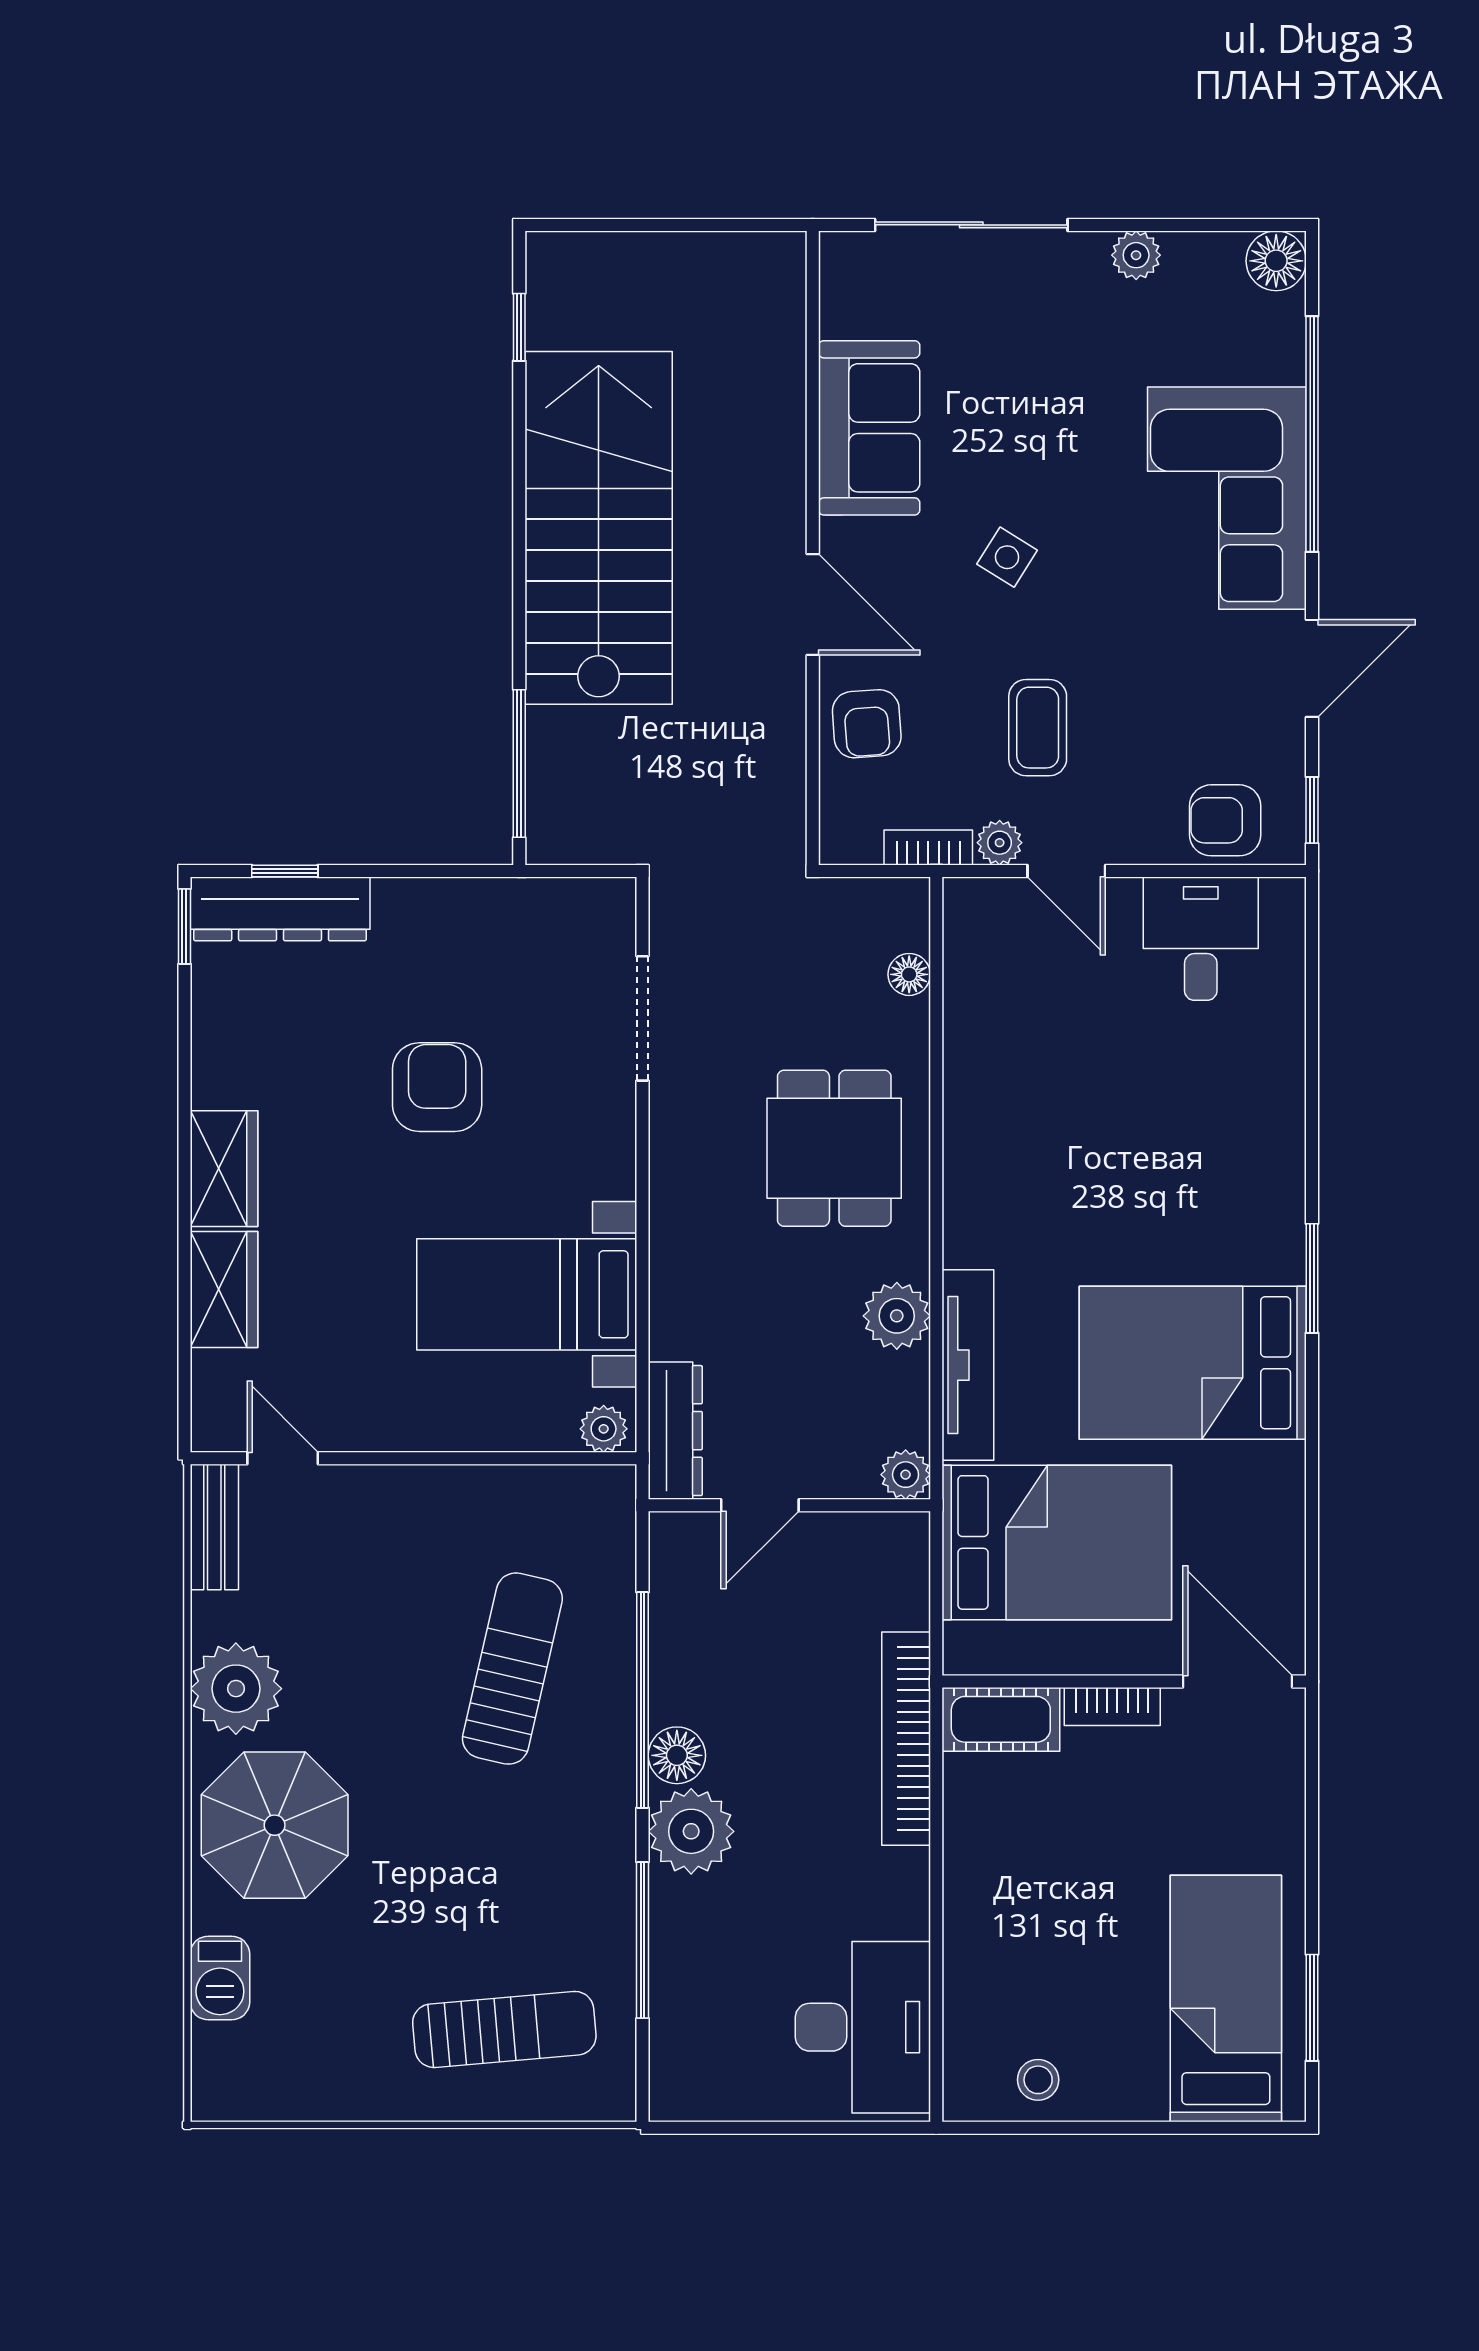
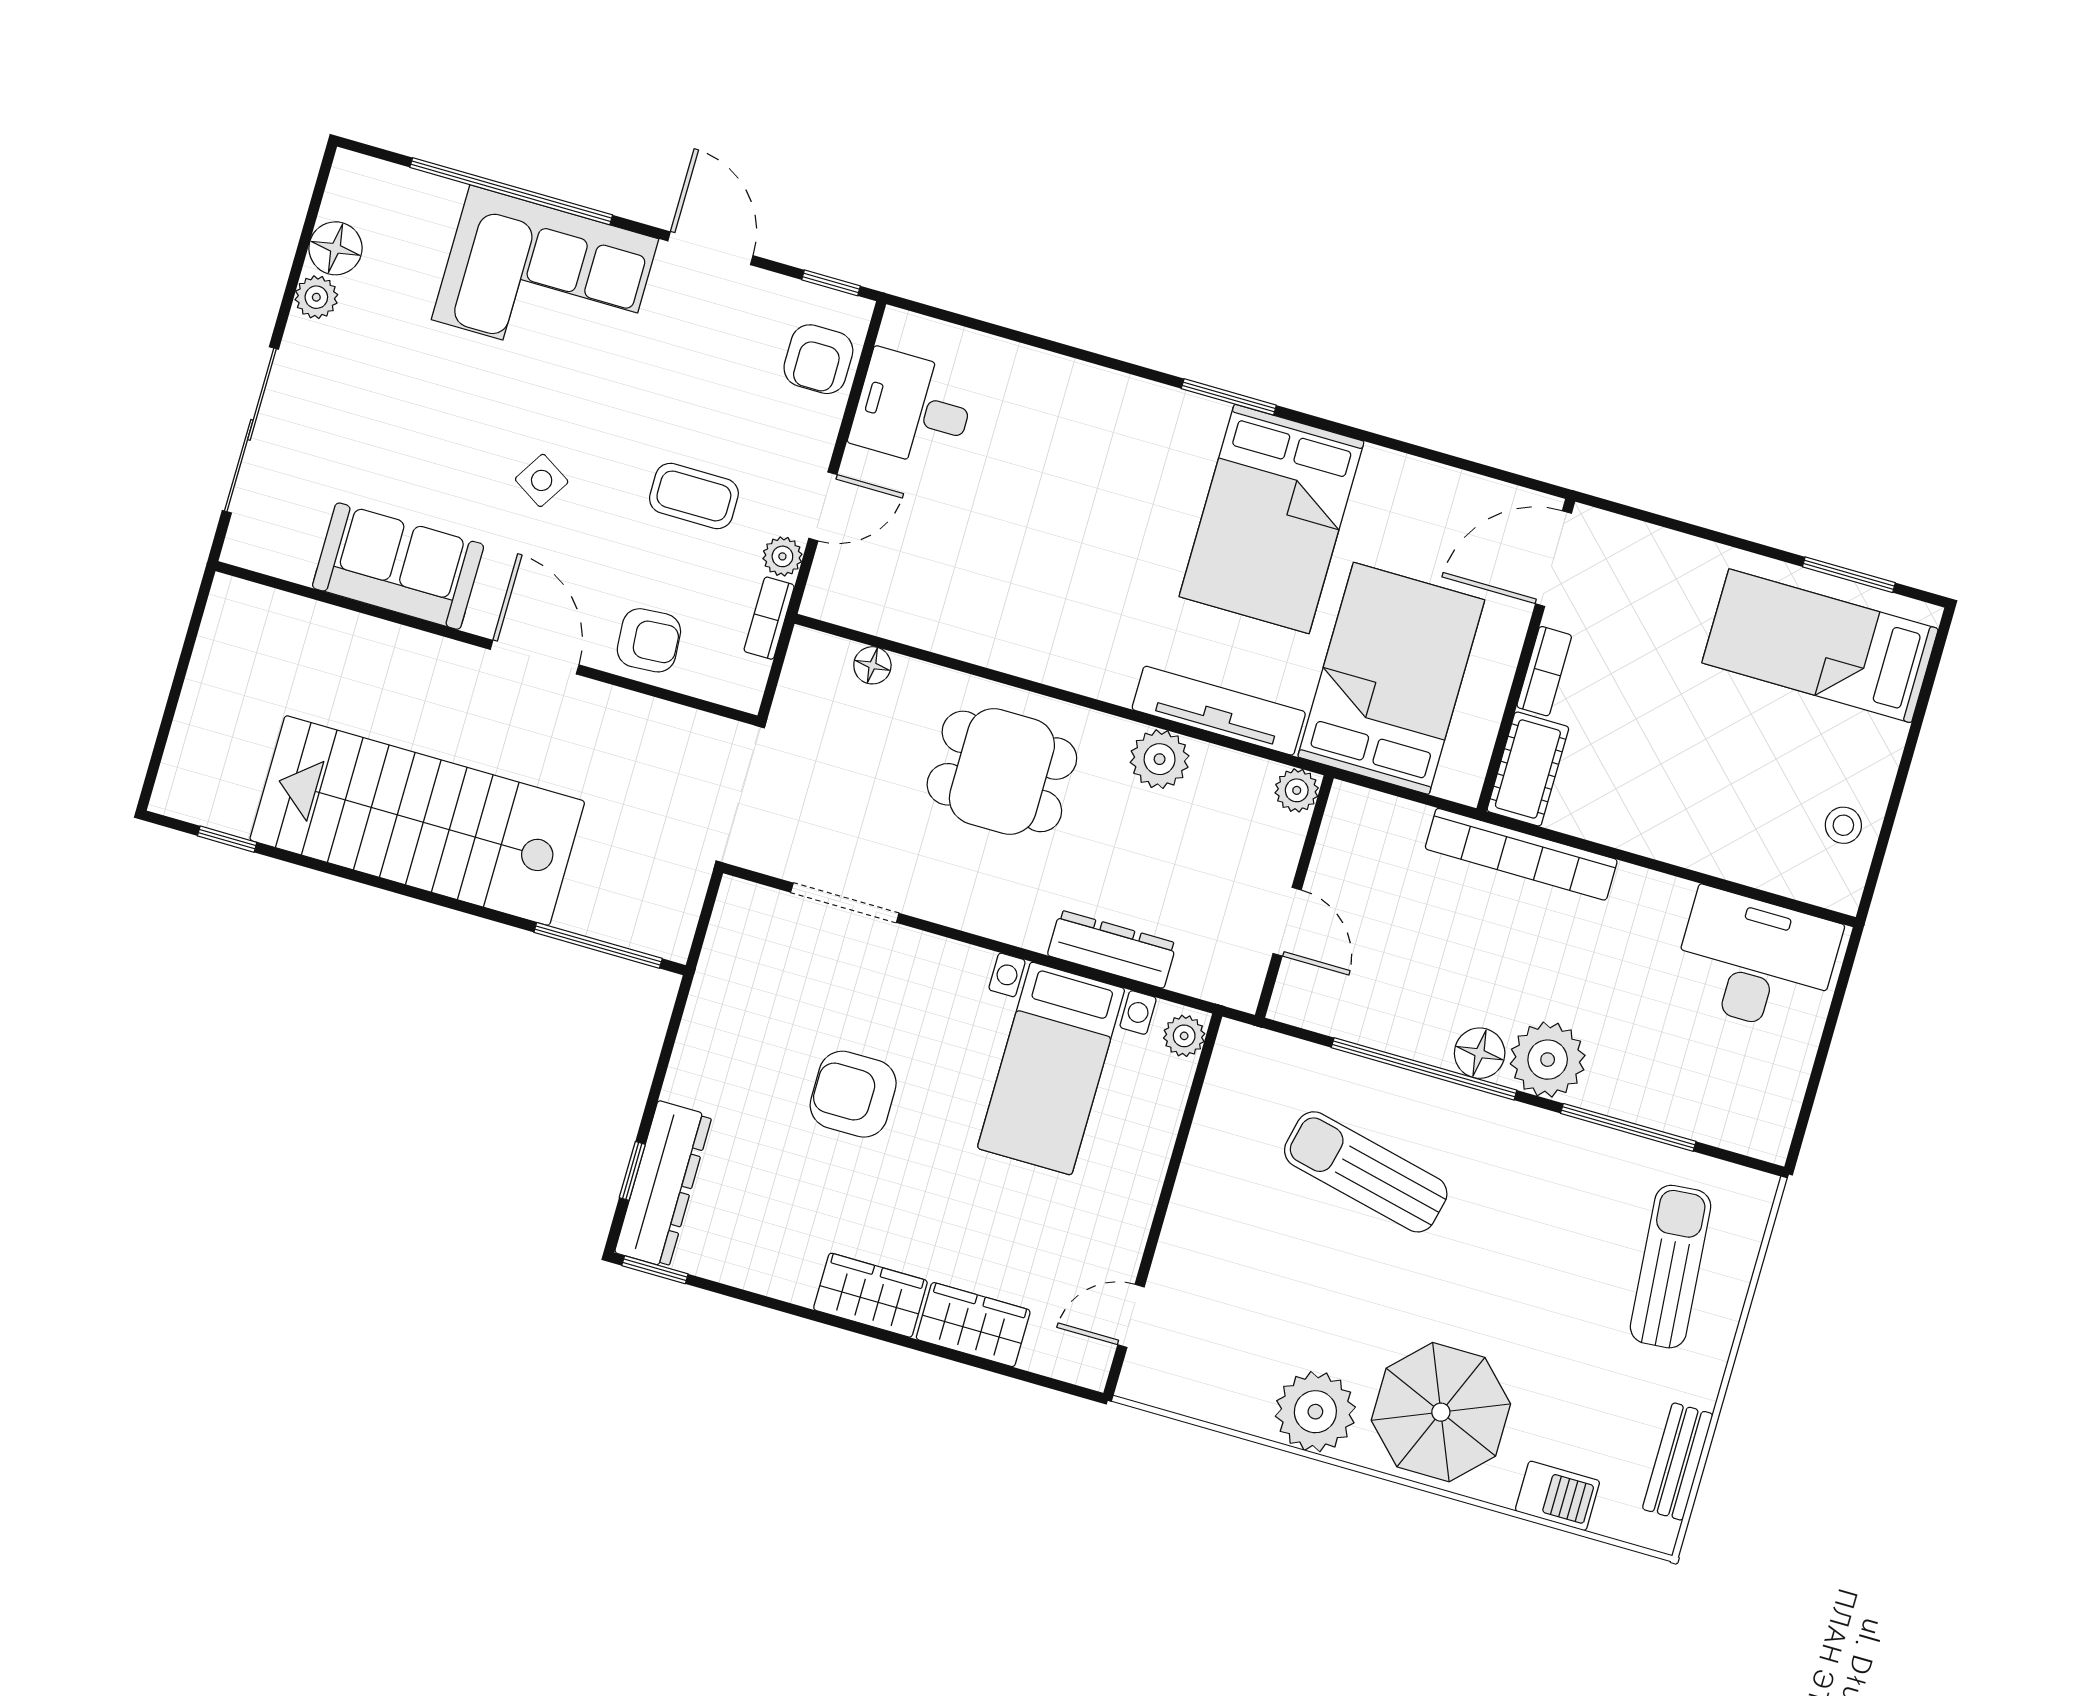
floor lamp: (1276, 261) -> (335, 248), moved
door: (813, 605) -> (535, 657), hinge flipped
dresser: (675, 1431) -> (1112, 949), moved
bench: (214, 1527) -> (1678, 1462), moved, turned 90

